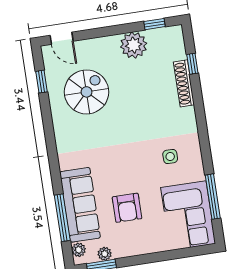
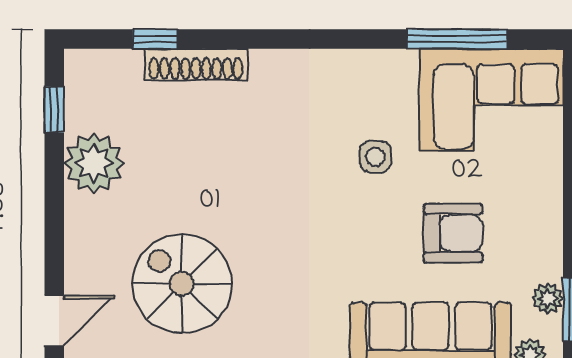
side table: (170, 156) -> (375, 157), moved

